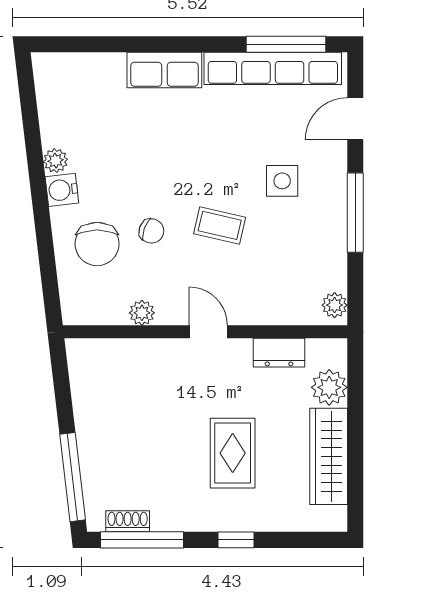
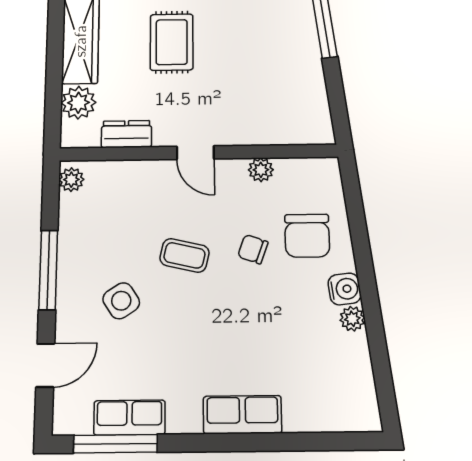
row of seats: (273, 68) -> (129, 418), width x0.50
side table: (282, 181) -> (121, 301), turned -33
chair: (97, 244) -> (307, 236), turned 180

